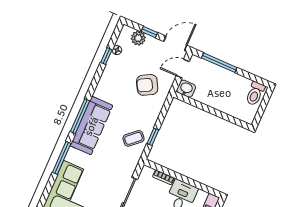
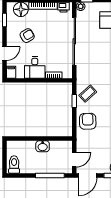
armchair: (147, 85) -> (88, 121), moved, turned -62
washbasin: (186, 89) -> (43, 146), moved

